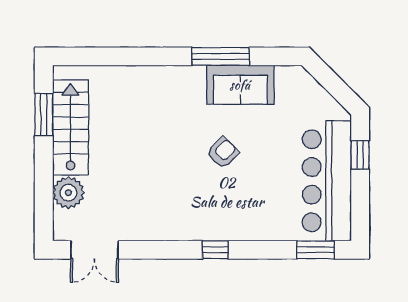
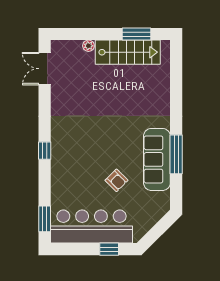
sofa: (240, 85) -> (157, 159), width x1.36
armchair: (223, 153) -> (117, 180), moved
plant: (68, 193) -> (88, 46), width x0.53, depth x0.53

